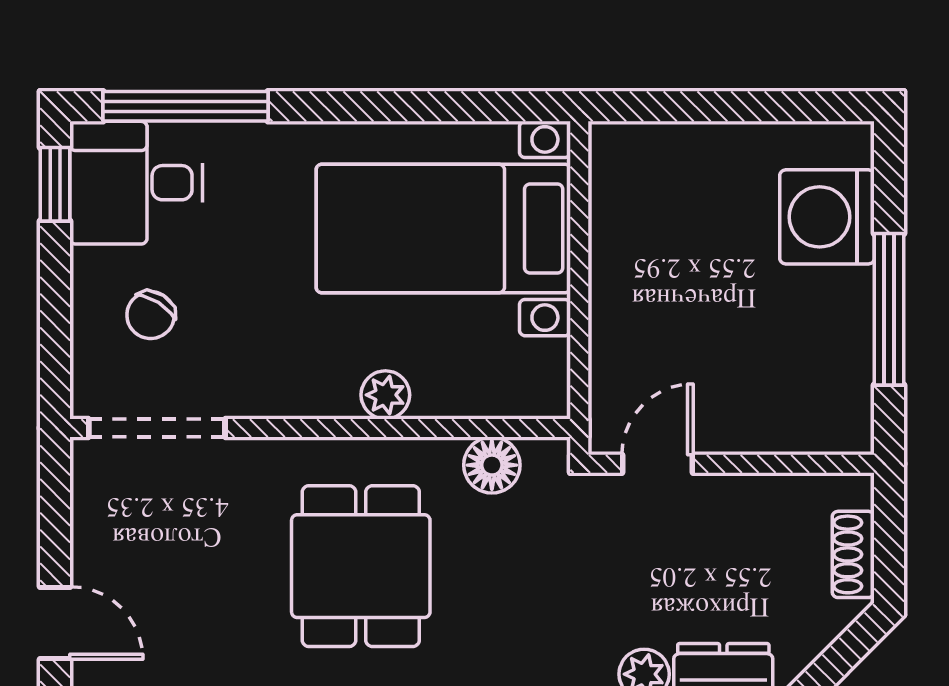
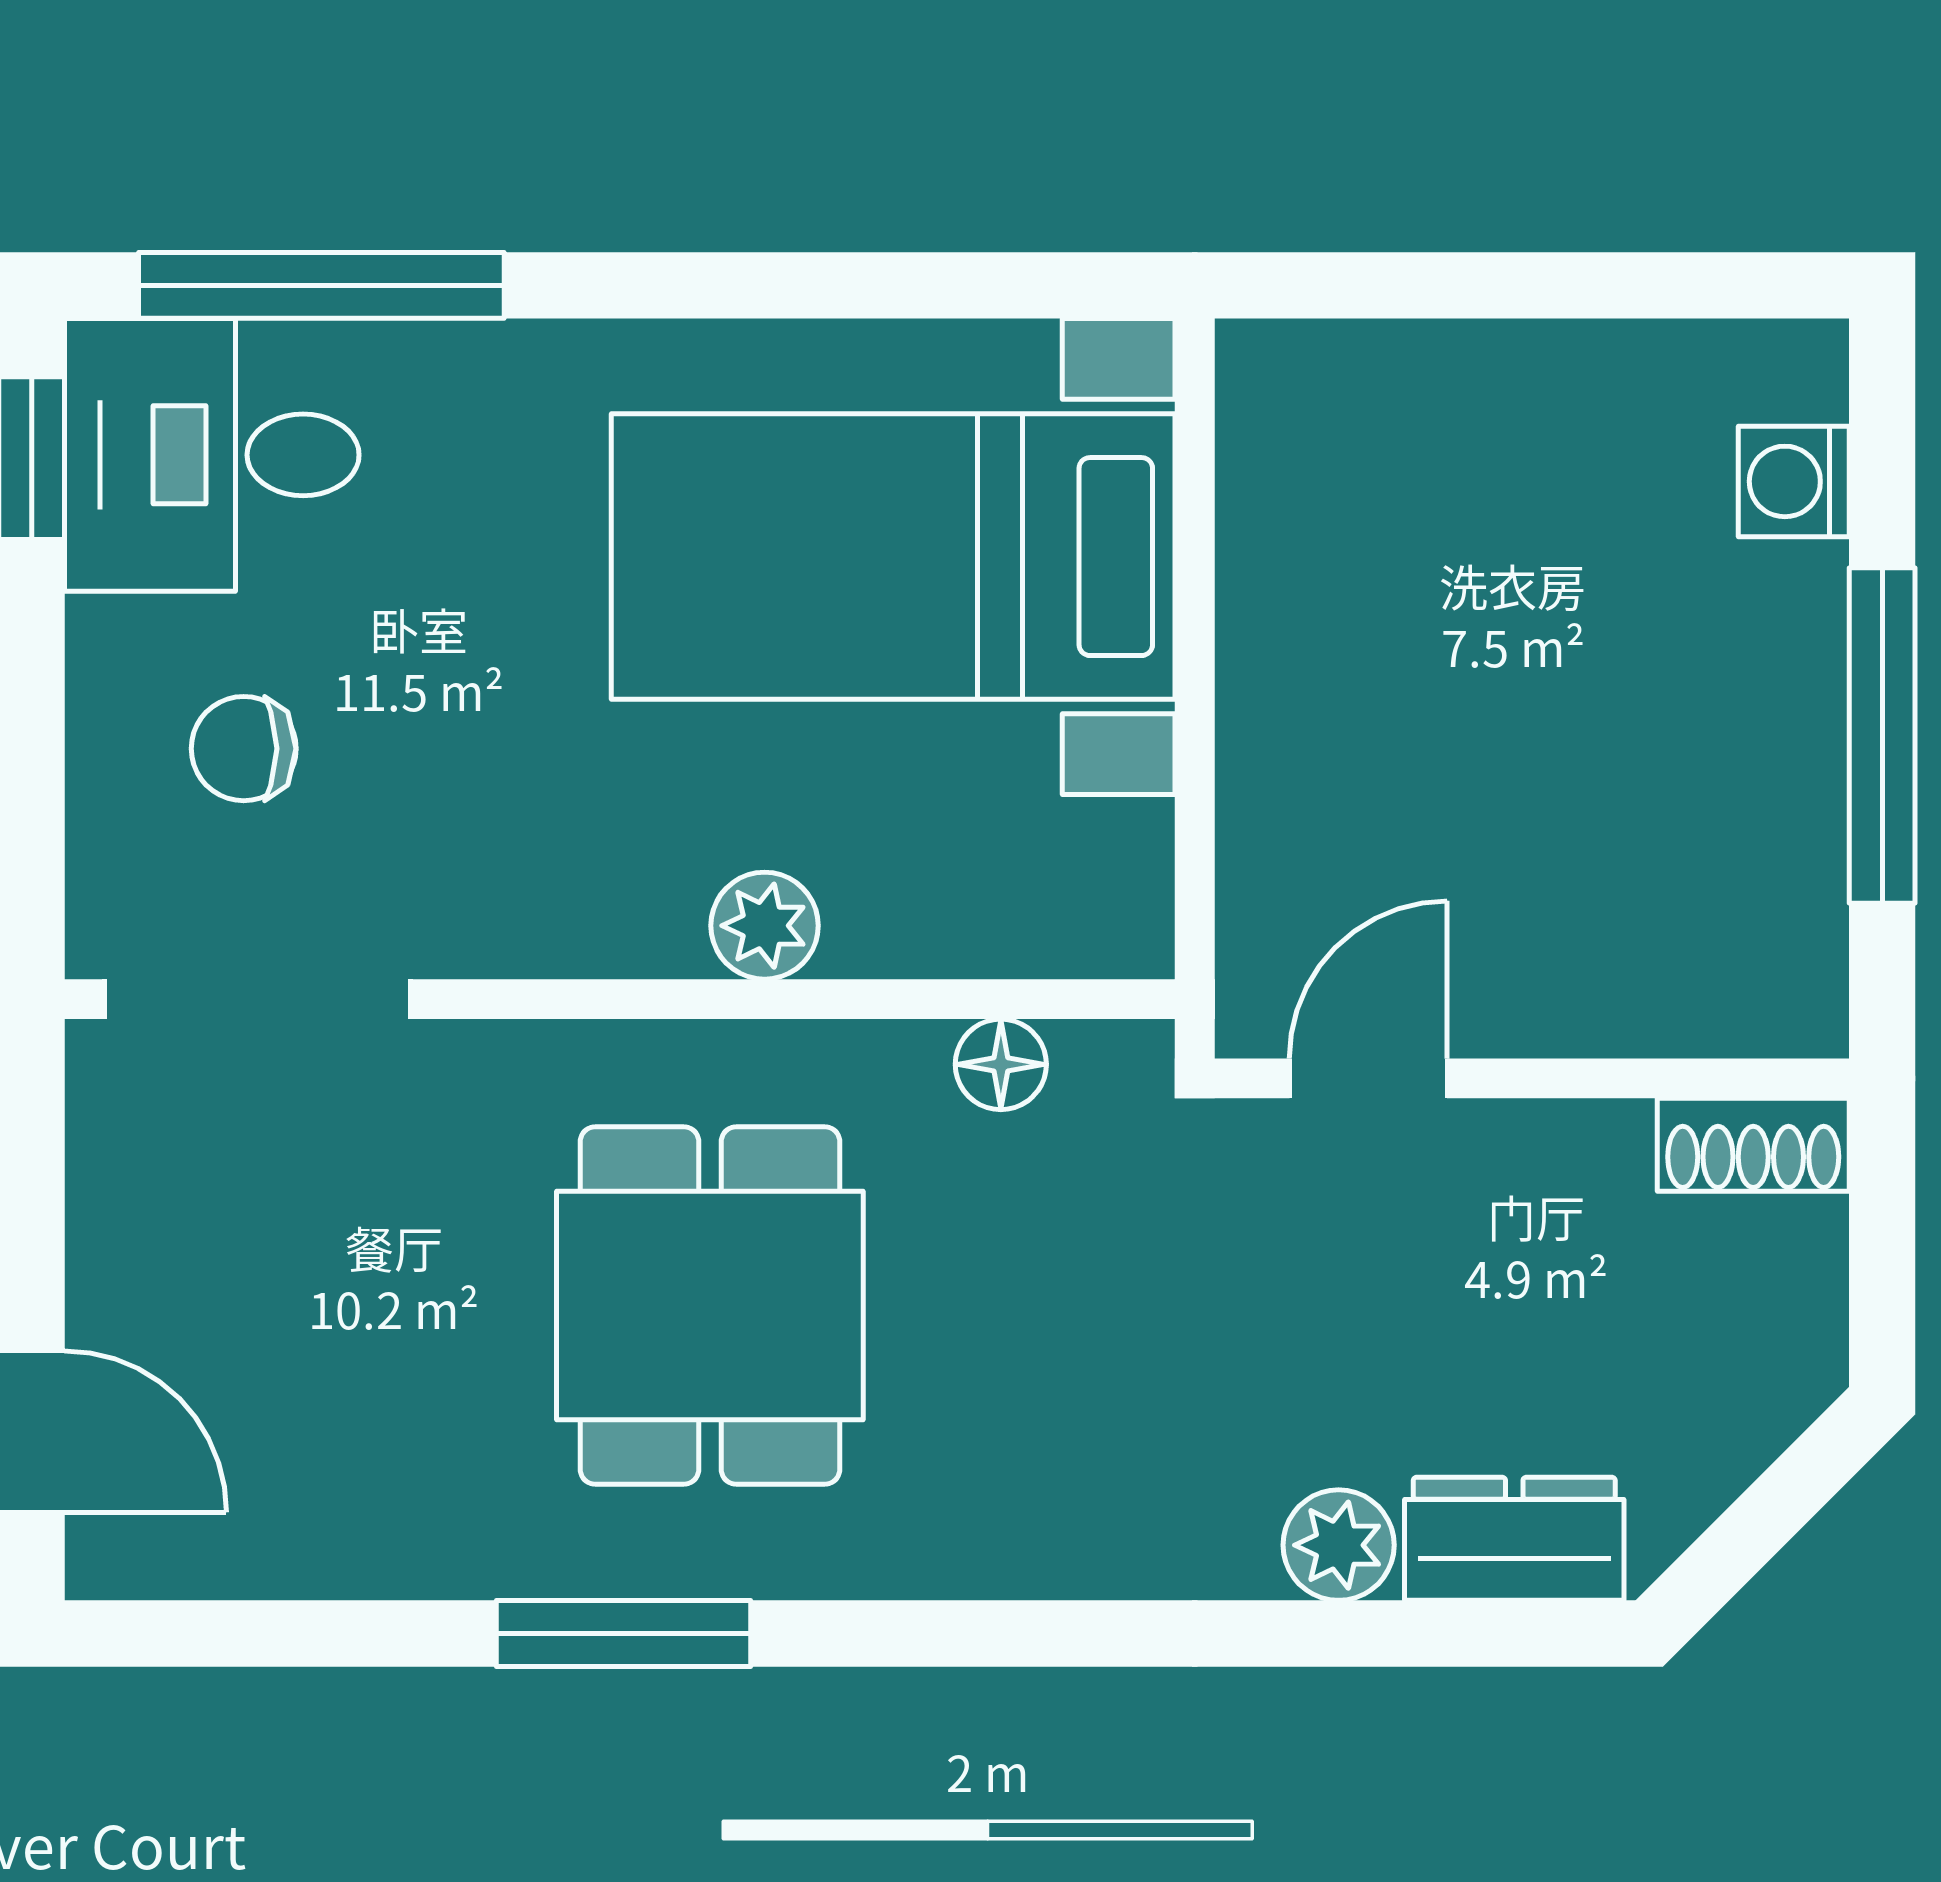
washing machine: (827, 217) -> (1794, 481), width x0.53, depth x0.53
chair: (151, 315) -> (244, 749), turned 58
floor lamp: (492, 465) -> (1001, 1064), width x0.73, depth x0.73
shoe rack: (853, 554) -> (1753, 1145), moved, turned -90

